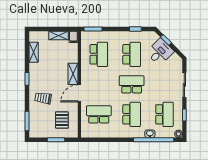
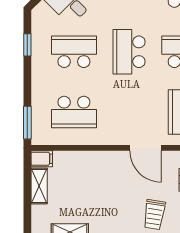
school desk: (99, 54) -> (74, 112), turned 180
shelving: (73, 74) -> (110, 160), removed

